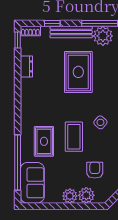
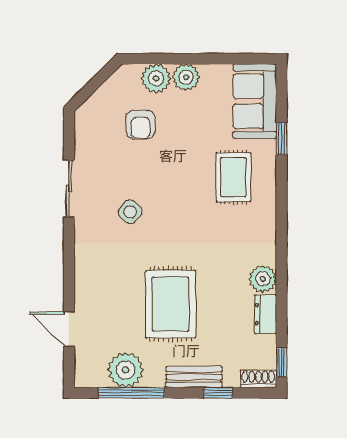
bench: (71, 32) -> (194, 377), width x0.73
plant: (28, 86) -> (263, 279), added
coffee table: (74, 137) -> (179, 186), removed
window: (18, 162) -> (282, 138), width x0.32

